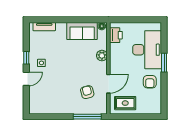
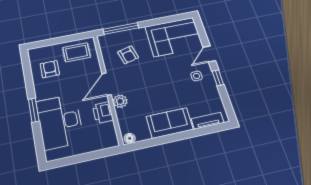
sofa: (82, 31) -> (170, 123), moved
printer: (116, 35) -> (103, 113), moved
armchair: (150, 82) -> (50, 69), moved
door: (108, 84) -> (107, 84), moved
corner sofa: (49, 100) -> (174, 37), added

